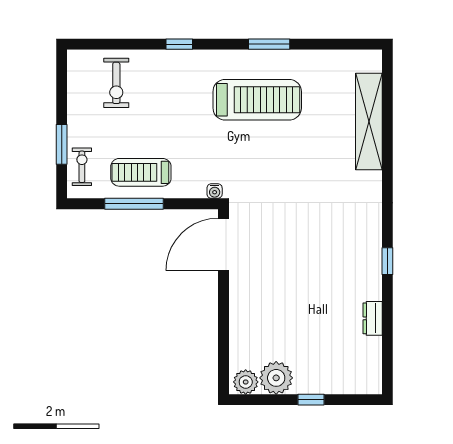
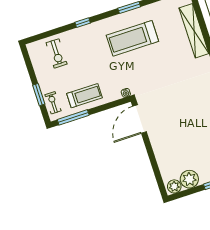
treadmill: (257, 100) -> (132, 38), turned 180
treadmill: (141, 172) -> (85, 96), turned 180
window: (134, 204) -> (73, 117), moved

